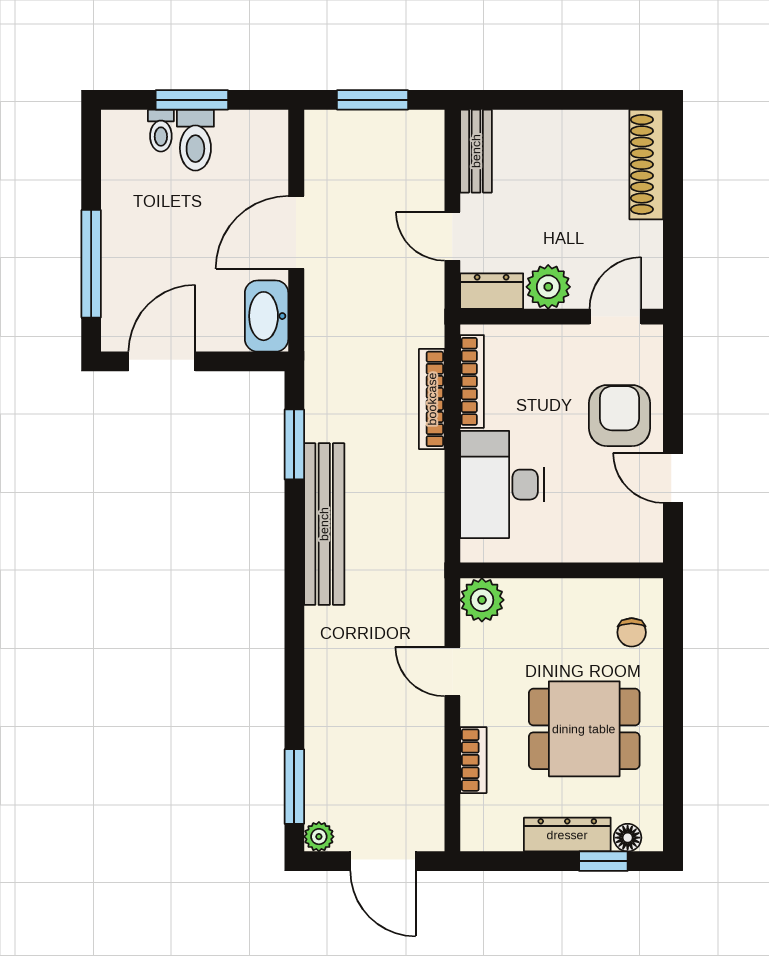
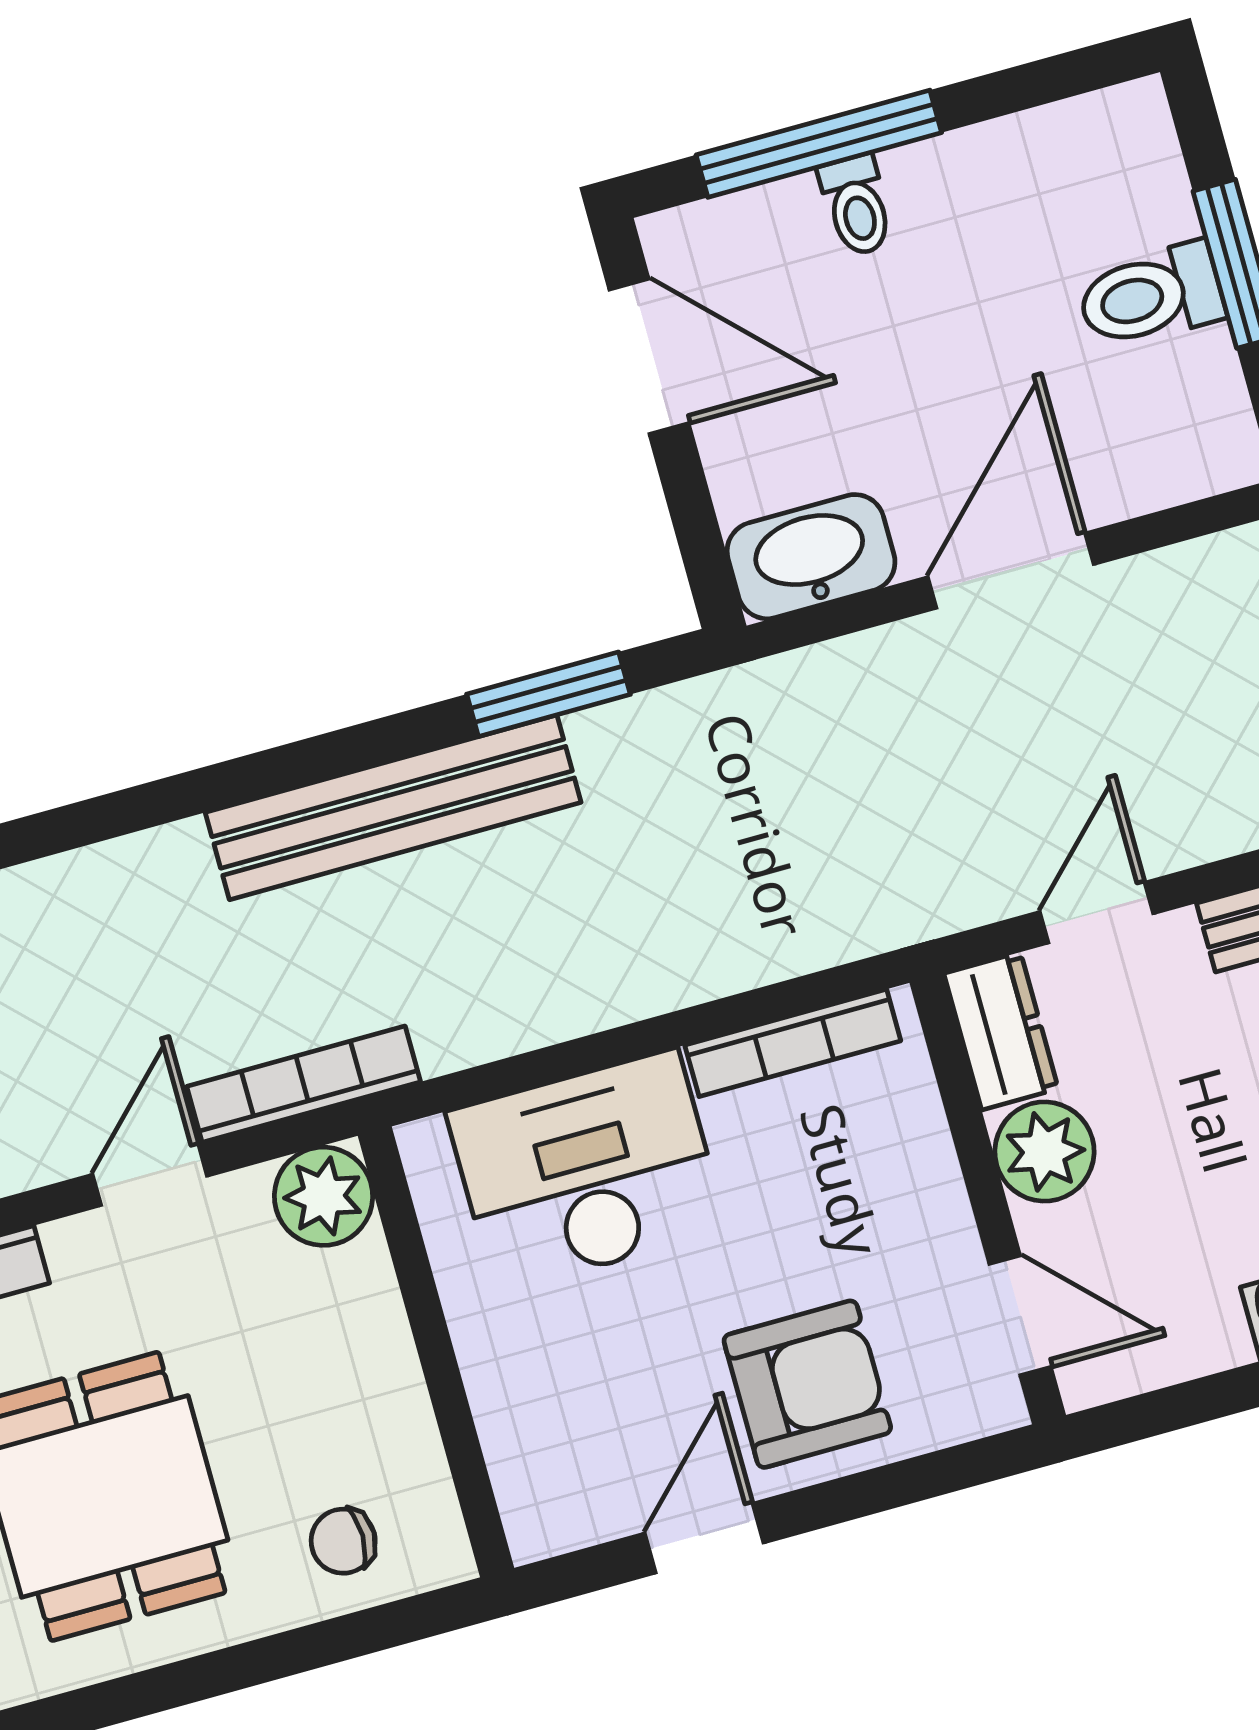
toilet: (161, 131) -> (856, 205), moved, turned -90
door: (296, 232) -> (1011, 571), hinge flipped
bookcase: (432, 399) -> (304, 1084), moved

